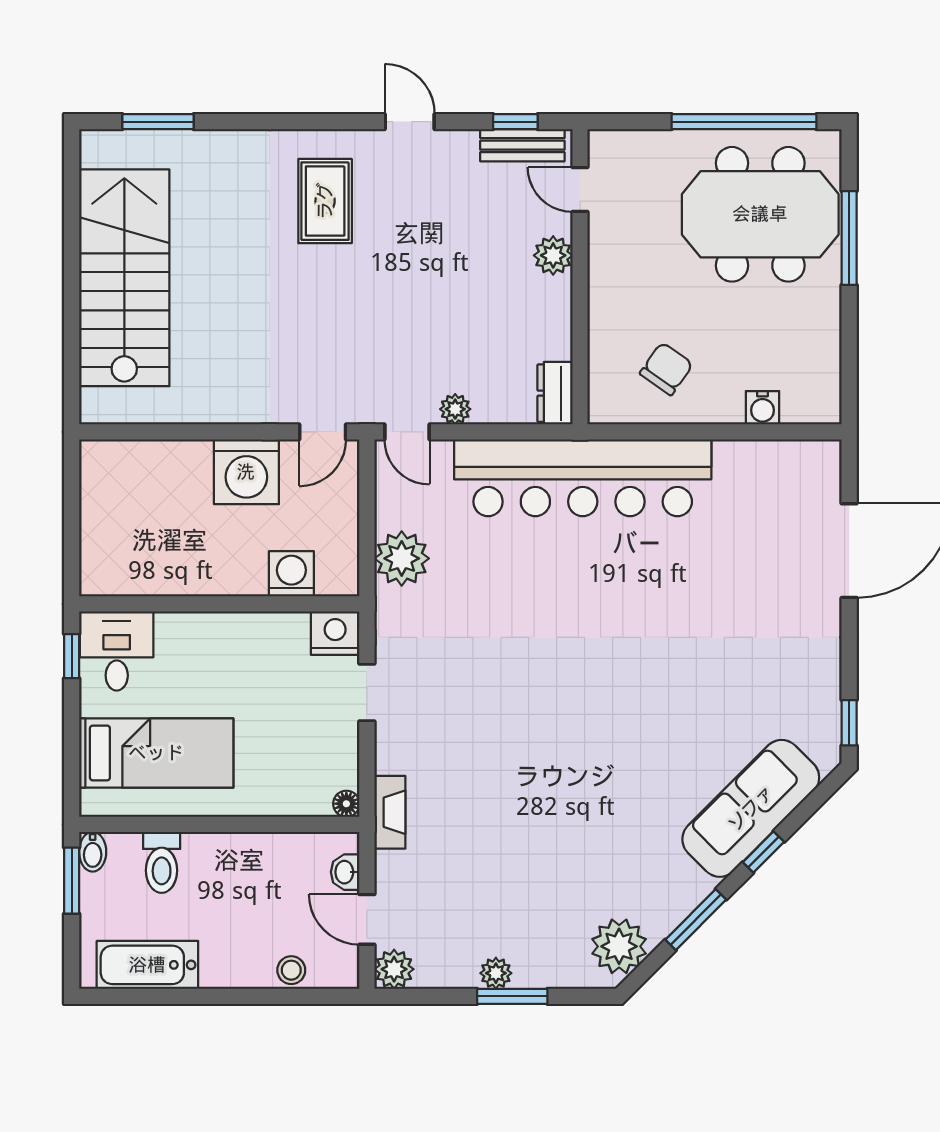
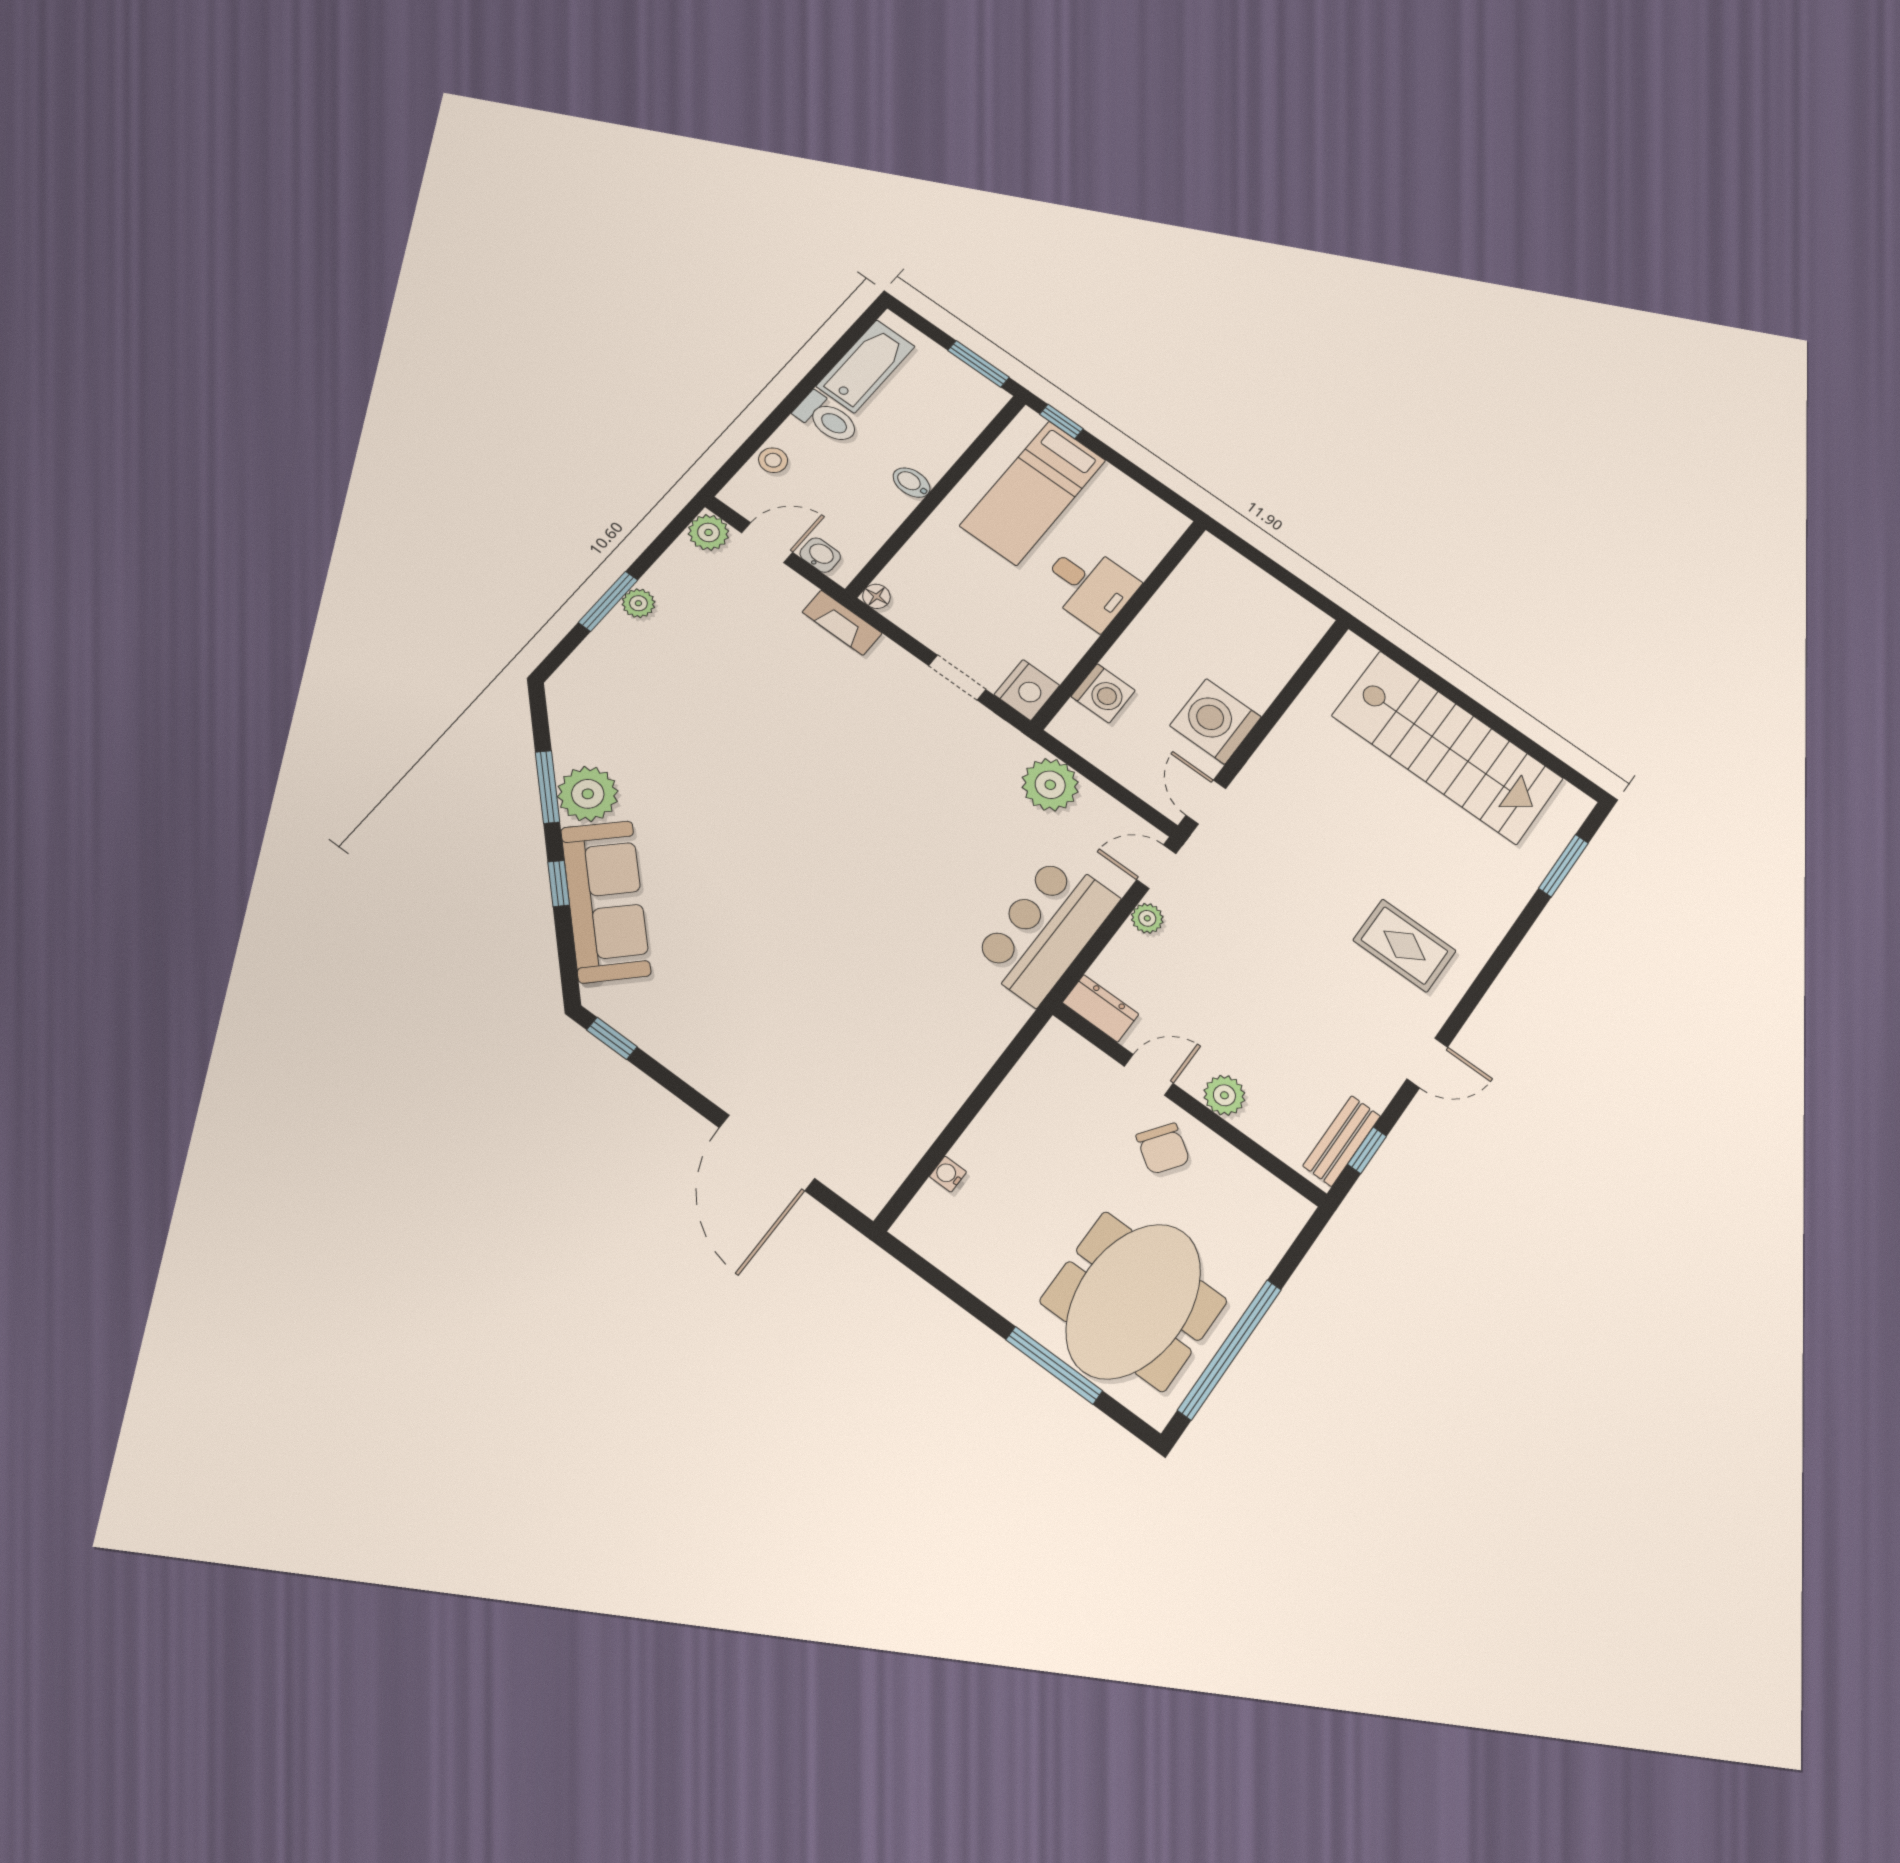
door: (580, 190) -> (1149, 1075), moved
chair: (666, 369) -> (1163, 1149), moved
water cooler: (762, 408) -> (948, 1174), width x0.72, depth x0.72
bar counter: (583, 478) -> (1046, 929), width x0.54
desk: (117, 651) -> (1089, 586), moved
window: (72, 656) -> (1061, 421), moved
bidet: (93, 852) -> (912, 483), moved
toilet: (162, 862) -> (827, 418), moved, turned 180
plant: (619, 946) -> (588, 794), moved

